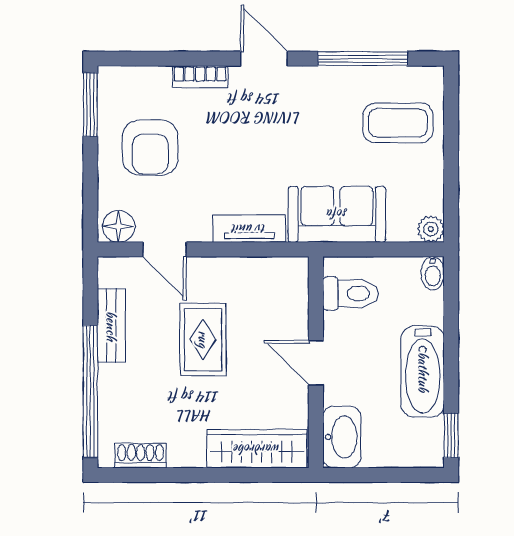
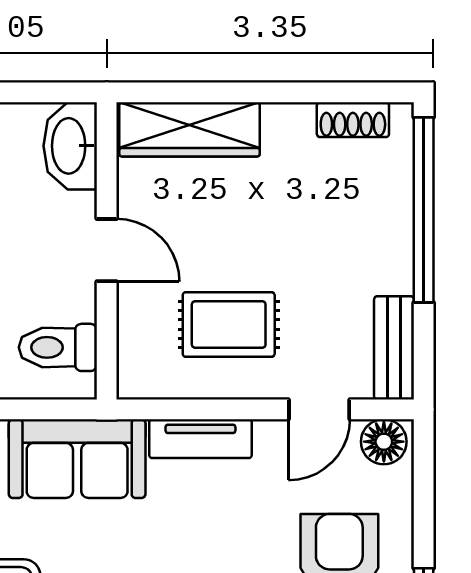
door: (165, 249) -> (319, 409), swing flipped
bench: (111, 326) -> (394, 348), moved
rug: (203, 339) -> (229, 324), moved, turned 90

